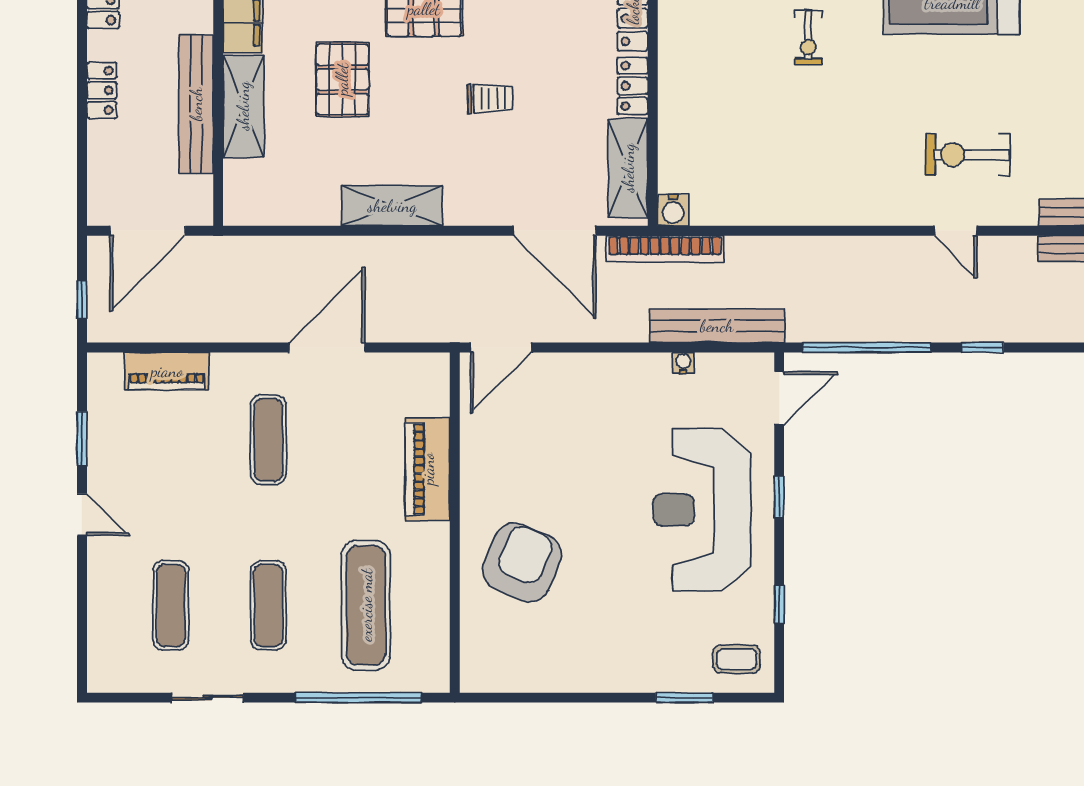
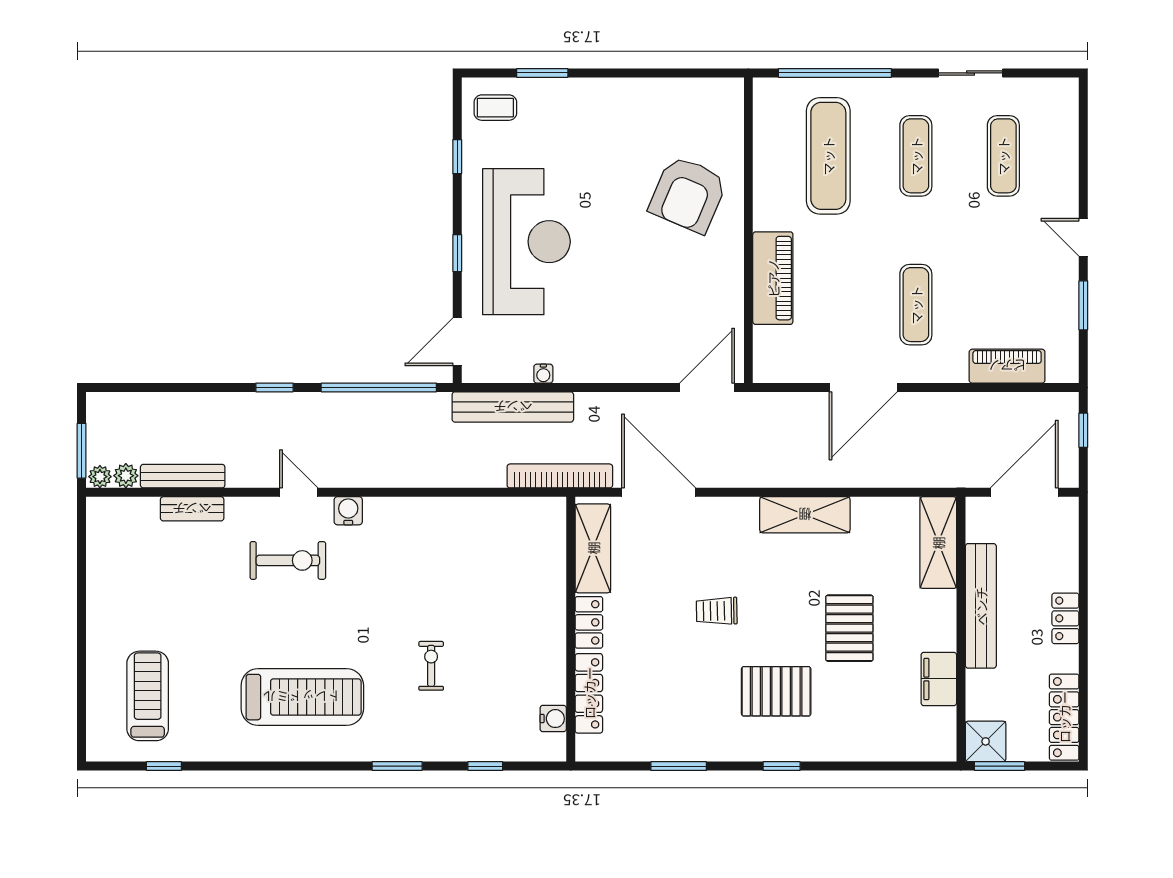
shelving: (243, 106) -> (938, 543), moved
water cooler: (673, 210) -> (348, 511), moved

